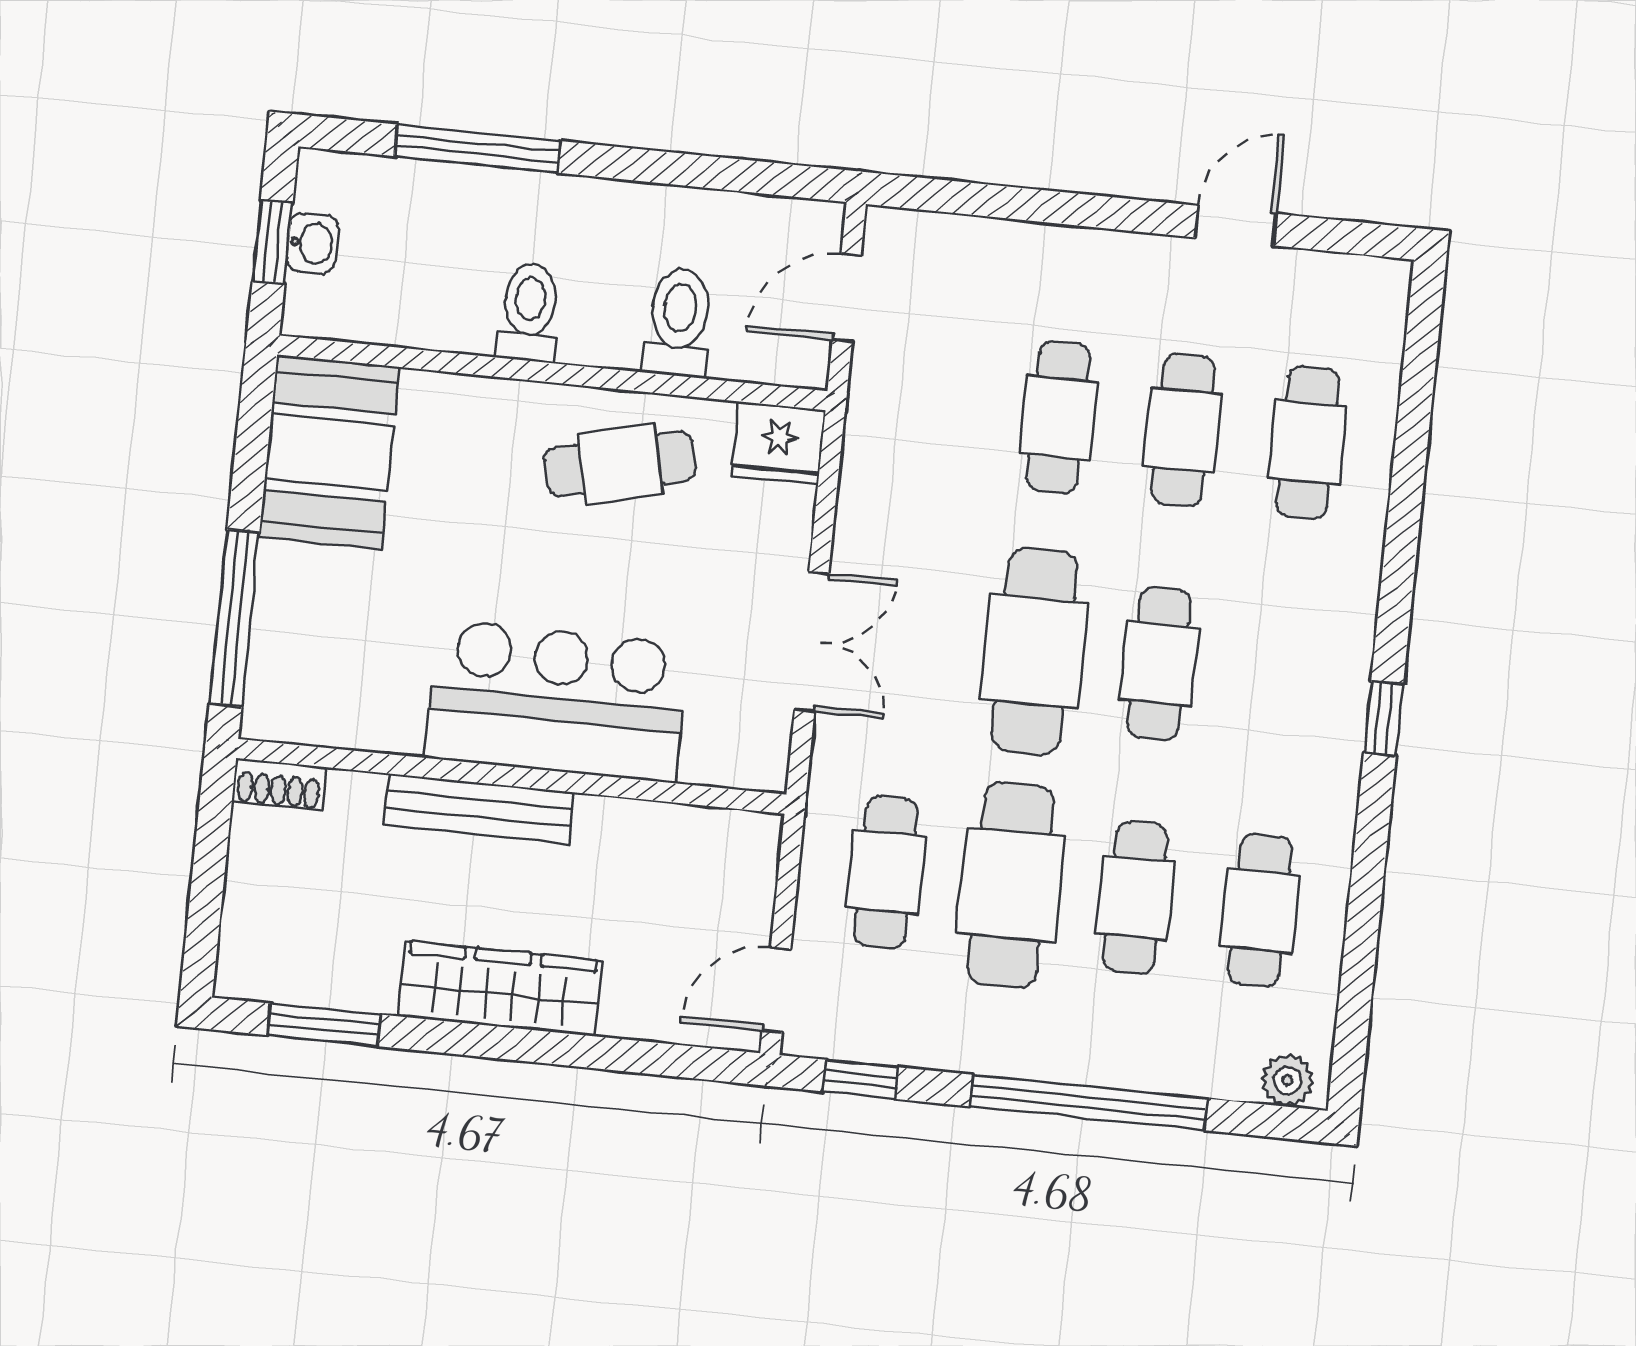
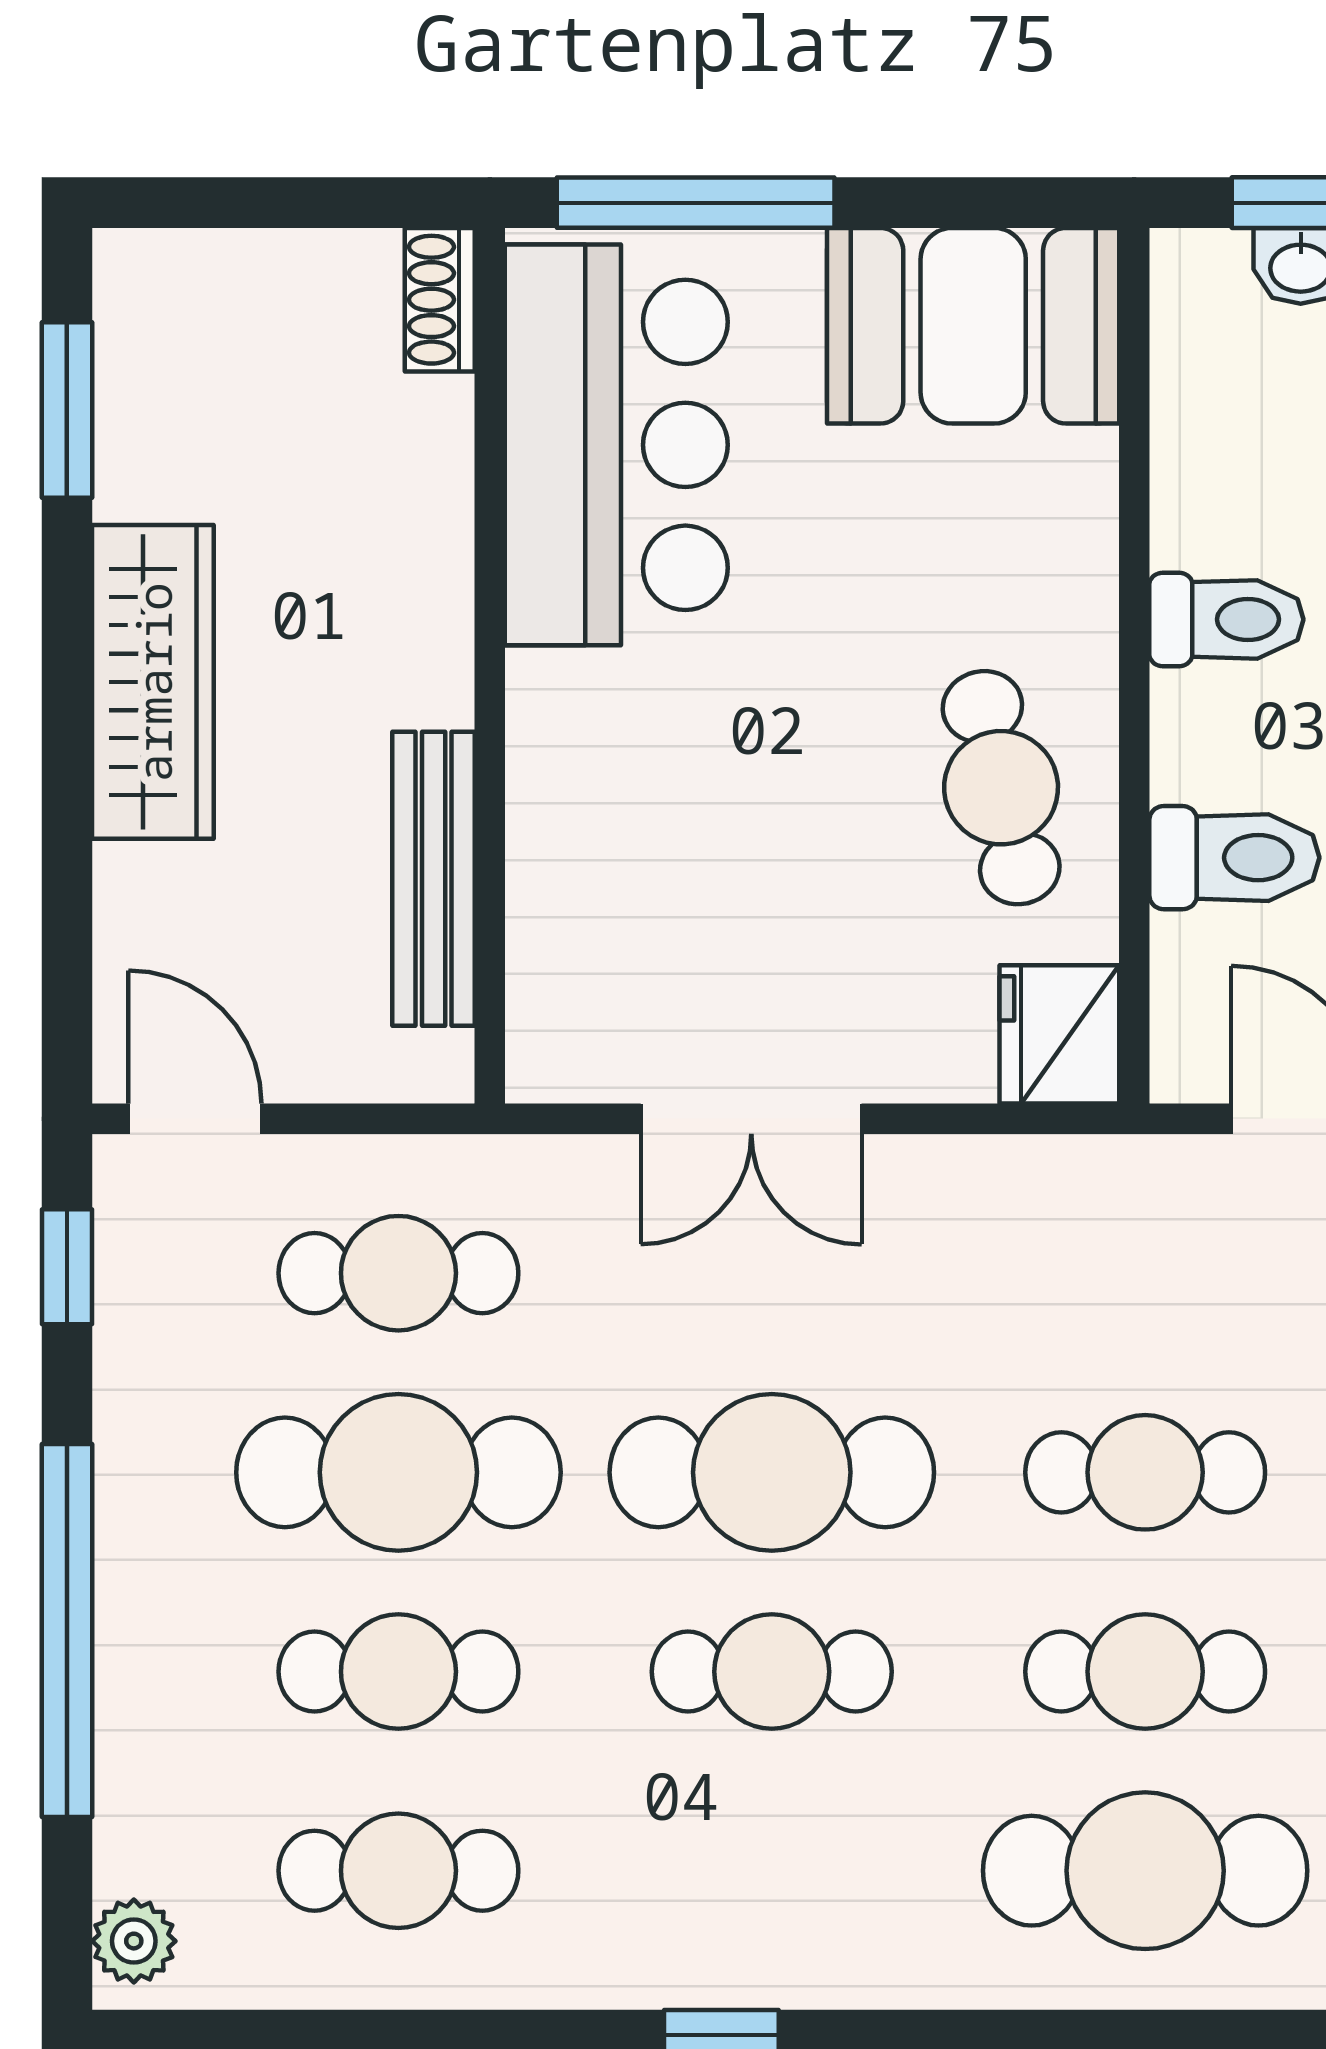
cafe table: (1308, 443) -> (1145, 1871), width x1.37, depth x1.35
bar counter: (557, 701) -> (616, 445), moved
bench: (479, 809) -> (434, 879), moved

